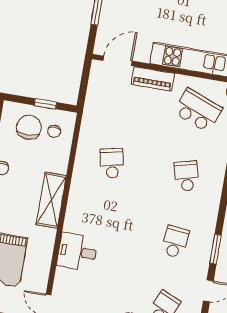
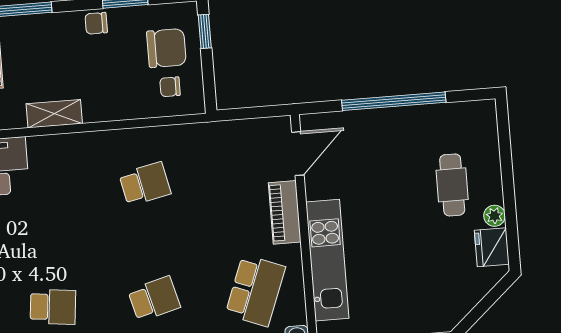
door: (118, 61) -> (298, 154), hinge flipped
window: (45, 104) -> (205, 31), moved
shelving: (51, 200) -> (54, 114), width x0.67, depth x0.75

